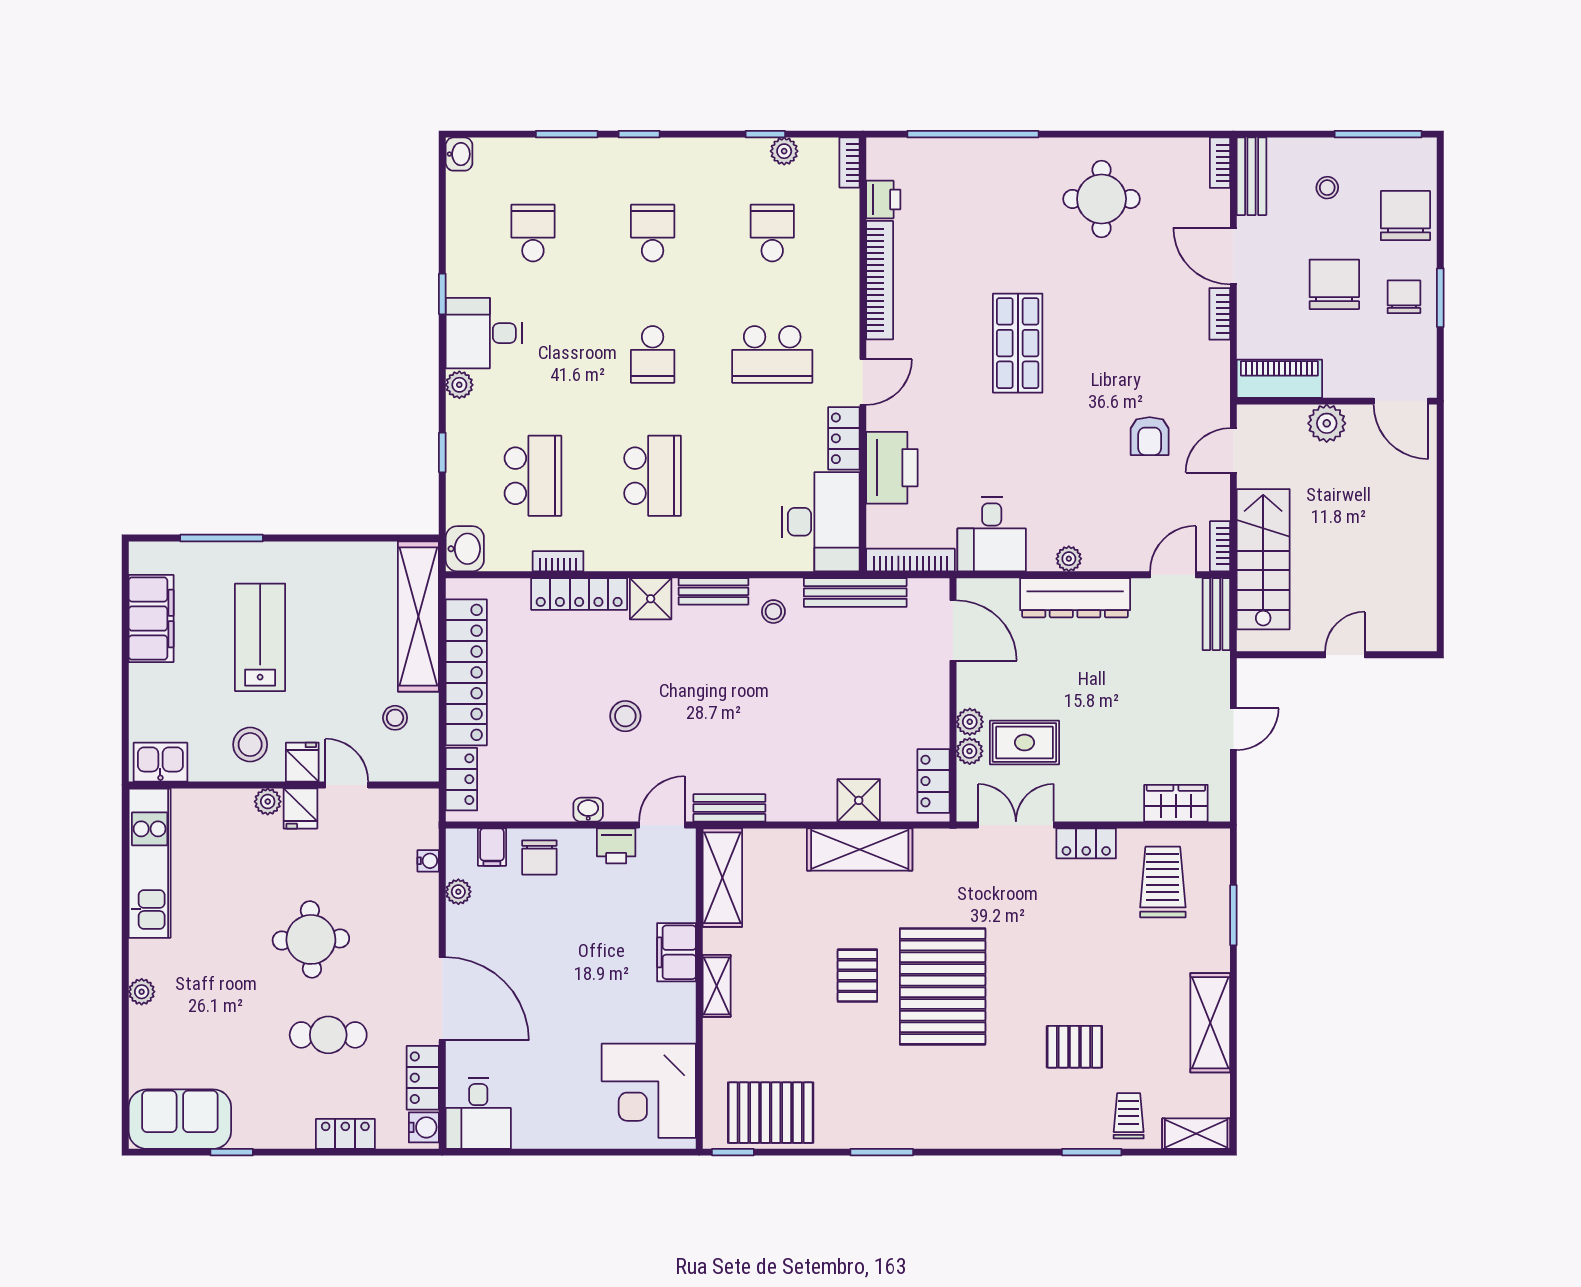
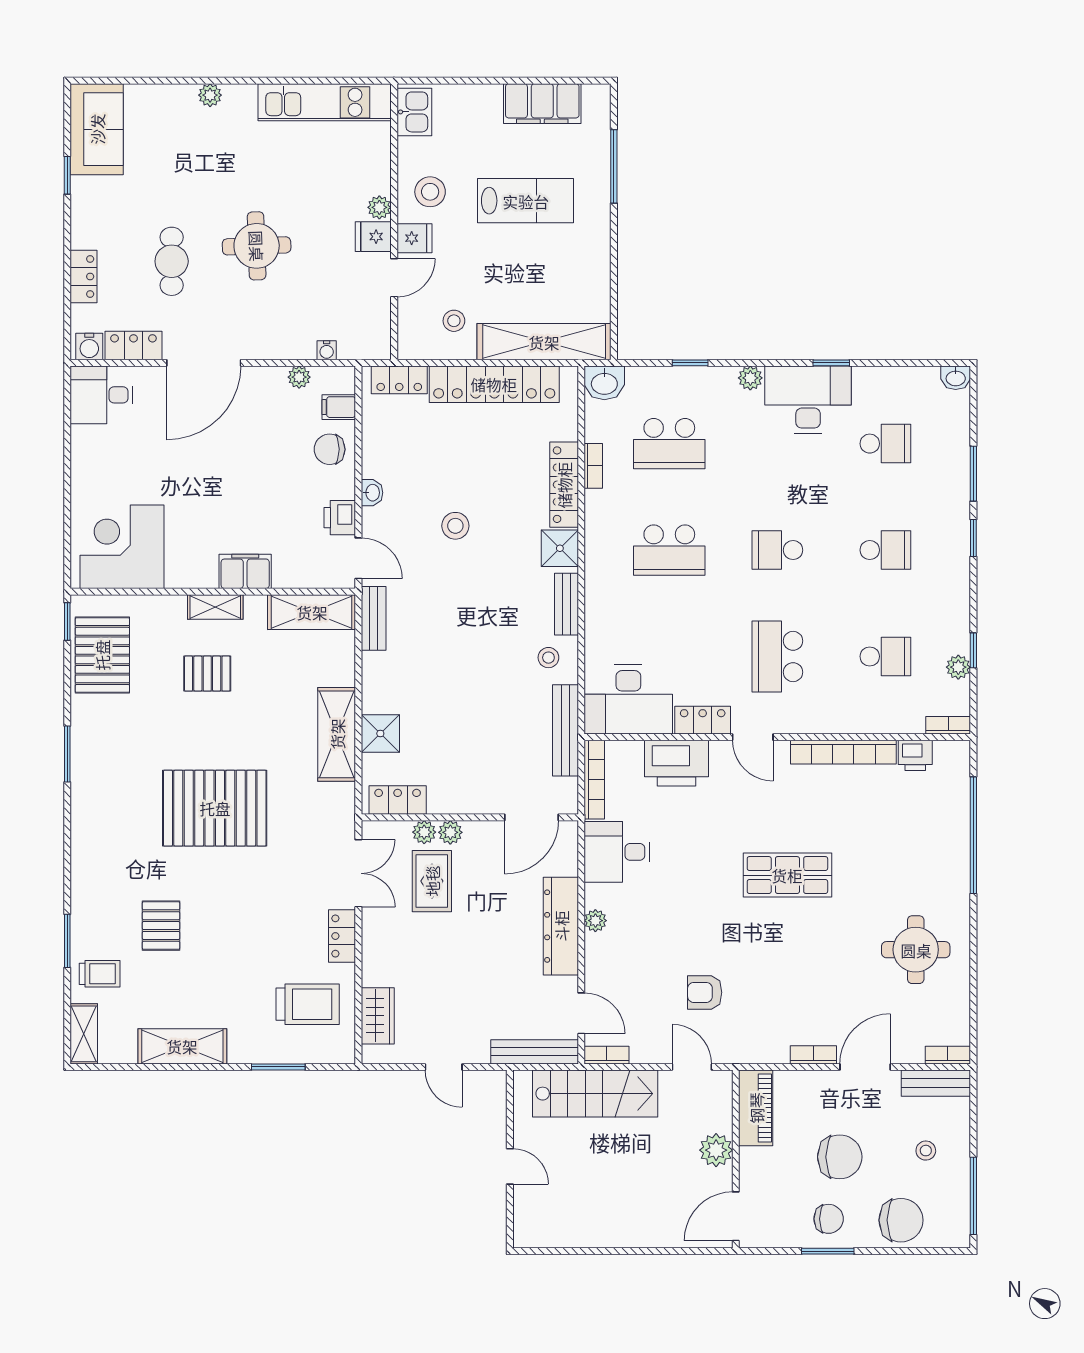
desk: (484, 333) -> (808, 400), width x1.37
bench: (1216, 614) -> (535, 1052), width x1.36
pallet: (857, 976) -> (207, 674), moved

